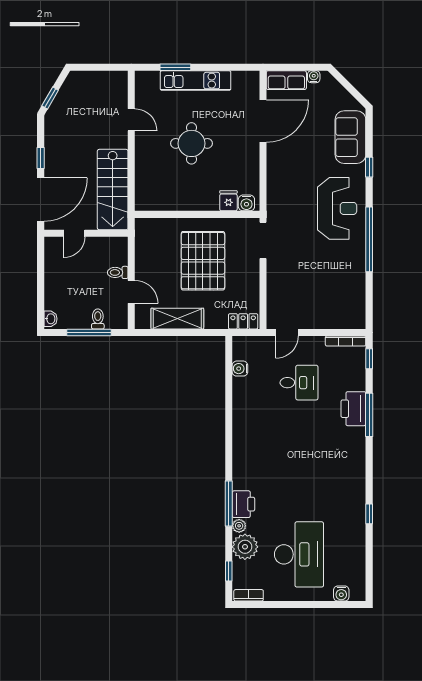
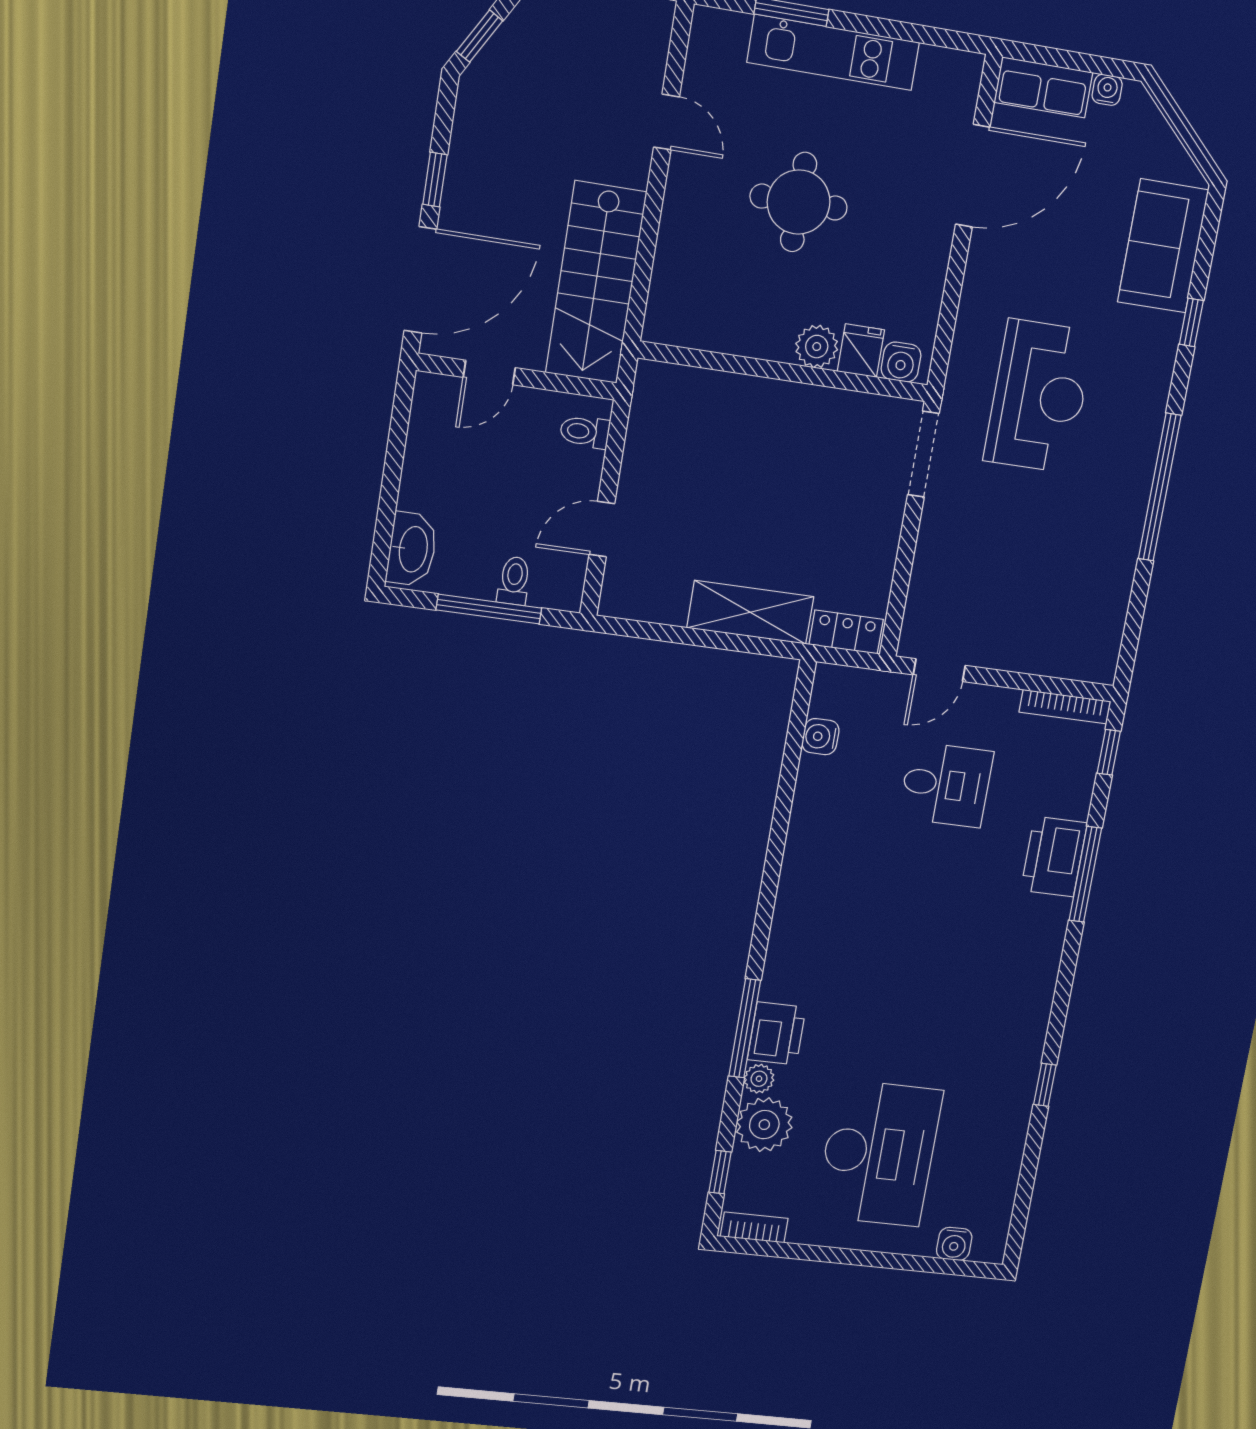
plant: (209, 202) -> (817, 347), added
reception desk: (337, 208) -> (1039, 396), moved
pallet: (203, 261) -> (779, 481), removed
toilet: (118, 272) -> (585, 432), moved
door: (131, 292) -> (602, 529), swing flipped
washbasin: (50, 319) -> (412, 549), width x1.91, depth x1.45
shelving: (177, 319) -> (750, 612), moved

